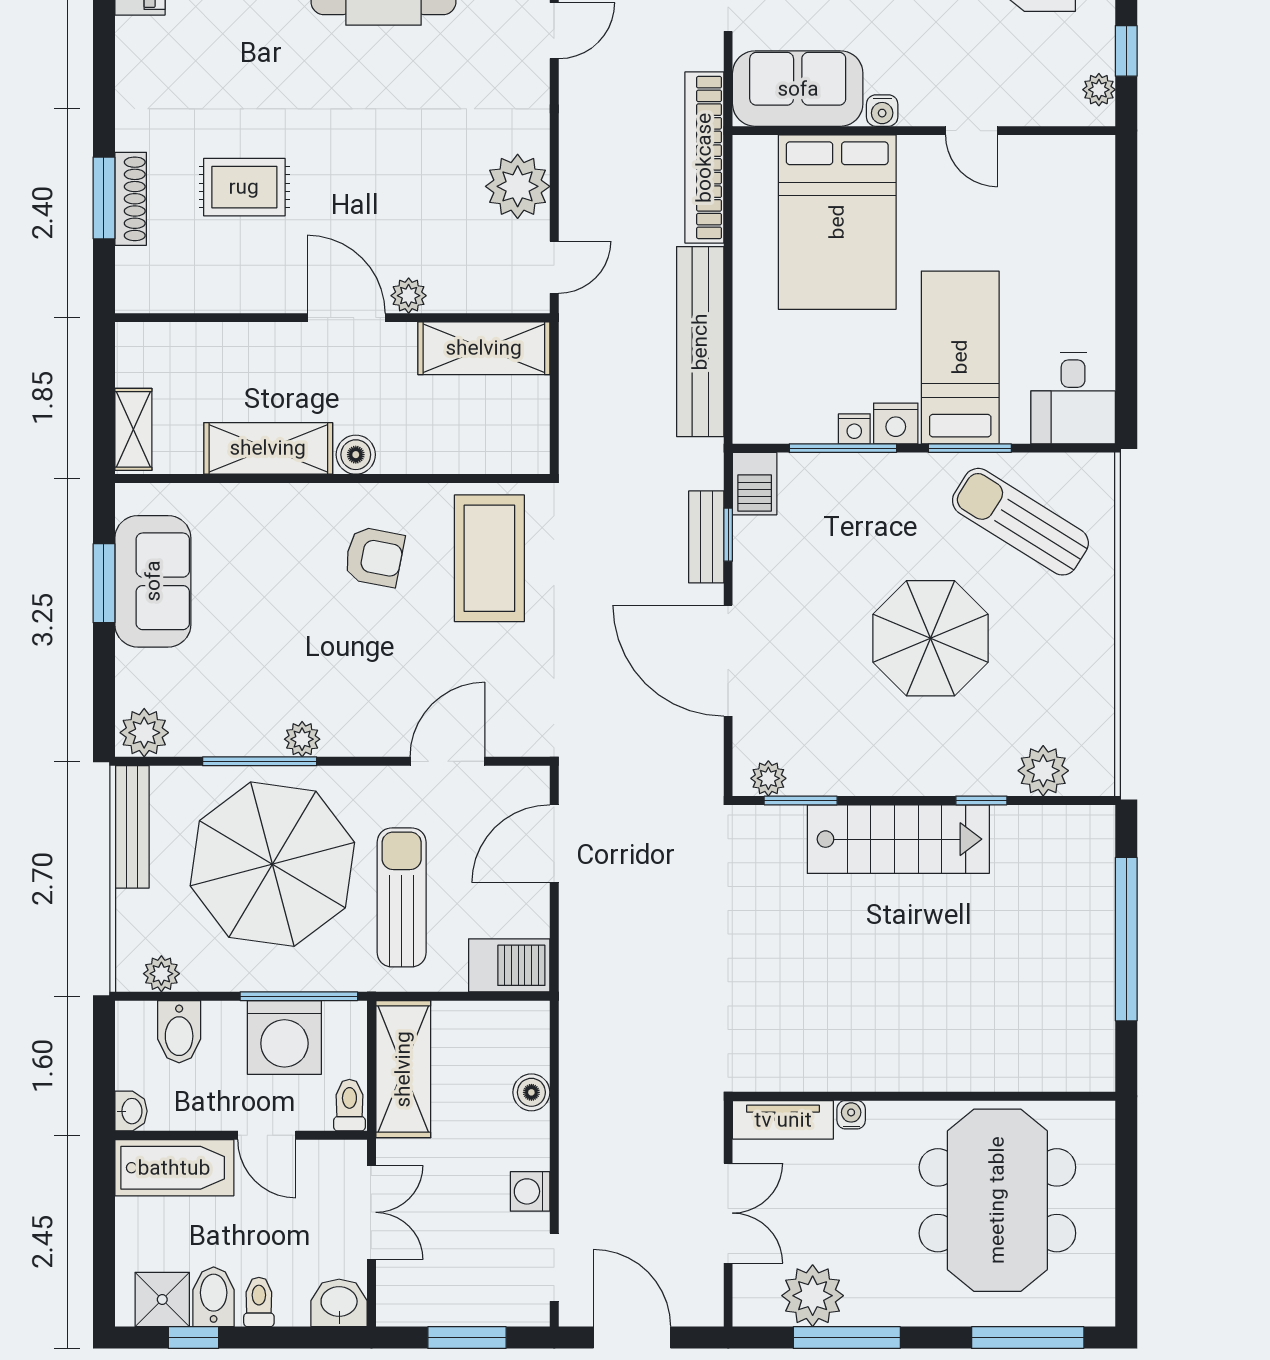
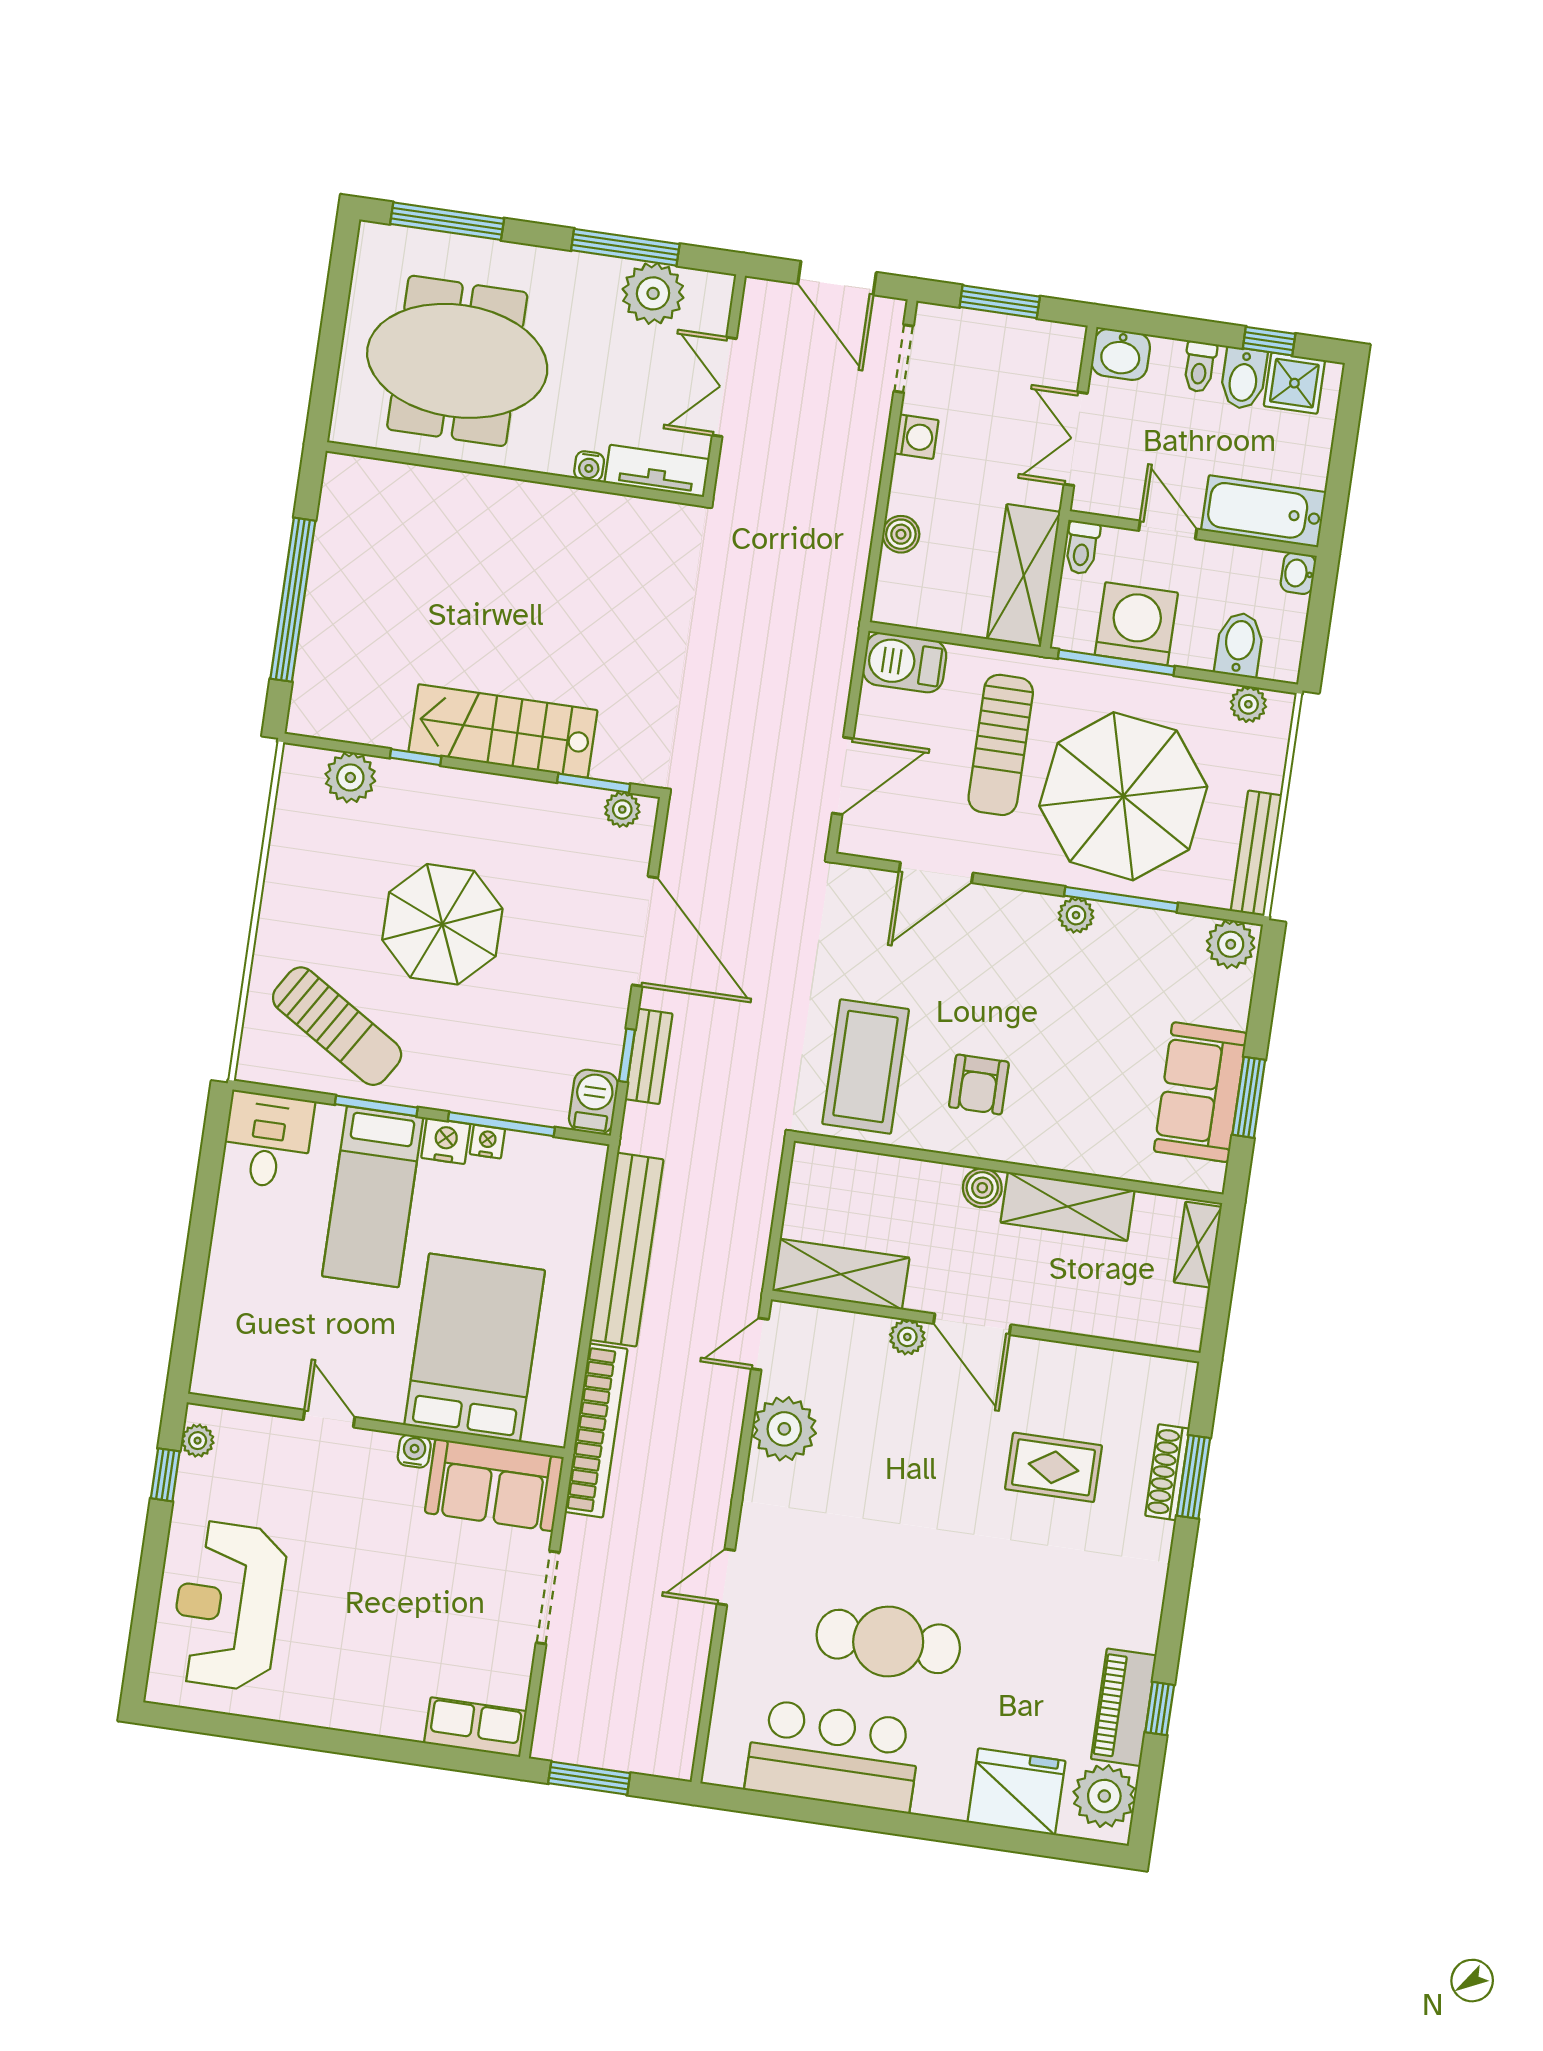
armchair: (374, 557) -> (979, 1084), turned -101
meeting table: (997, 1200) -> (457, 361), turned 90

